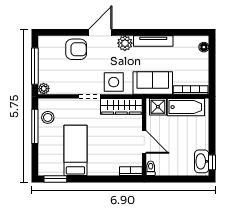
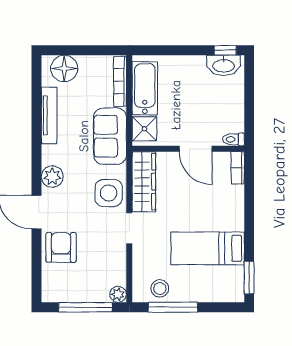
tv unit: (153, 41) -> (49, 115), moved
floor lamp: (204, 47) -> (64, 68), width x1.89, depth x1.89
door: (144, 142) -> (196, 149), swing flipped

